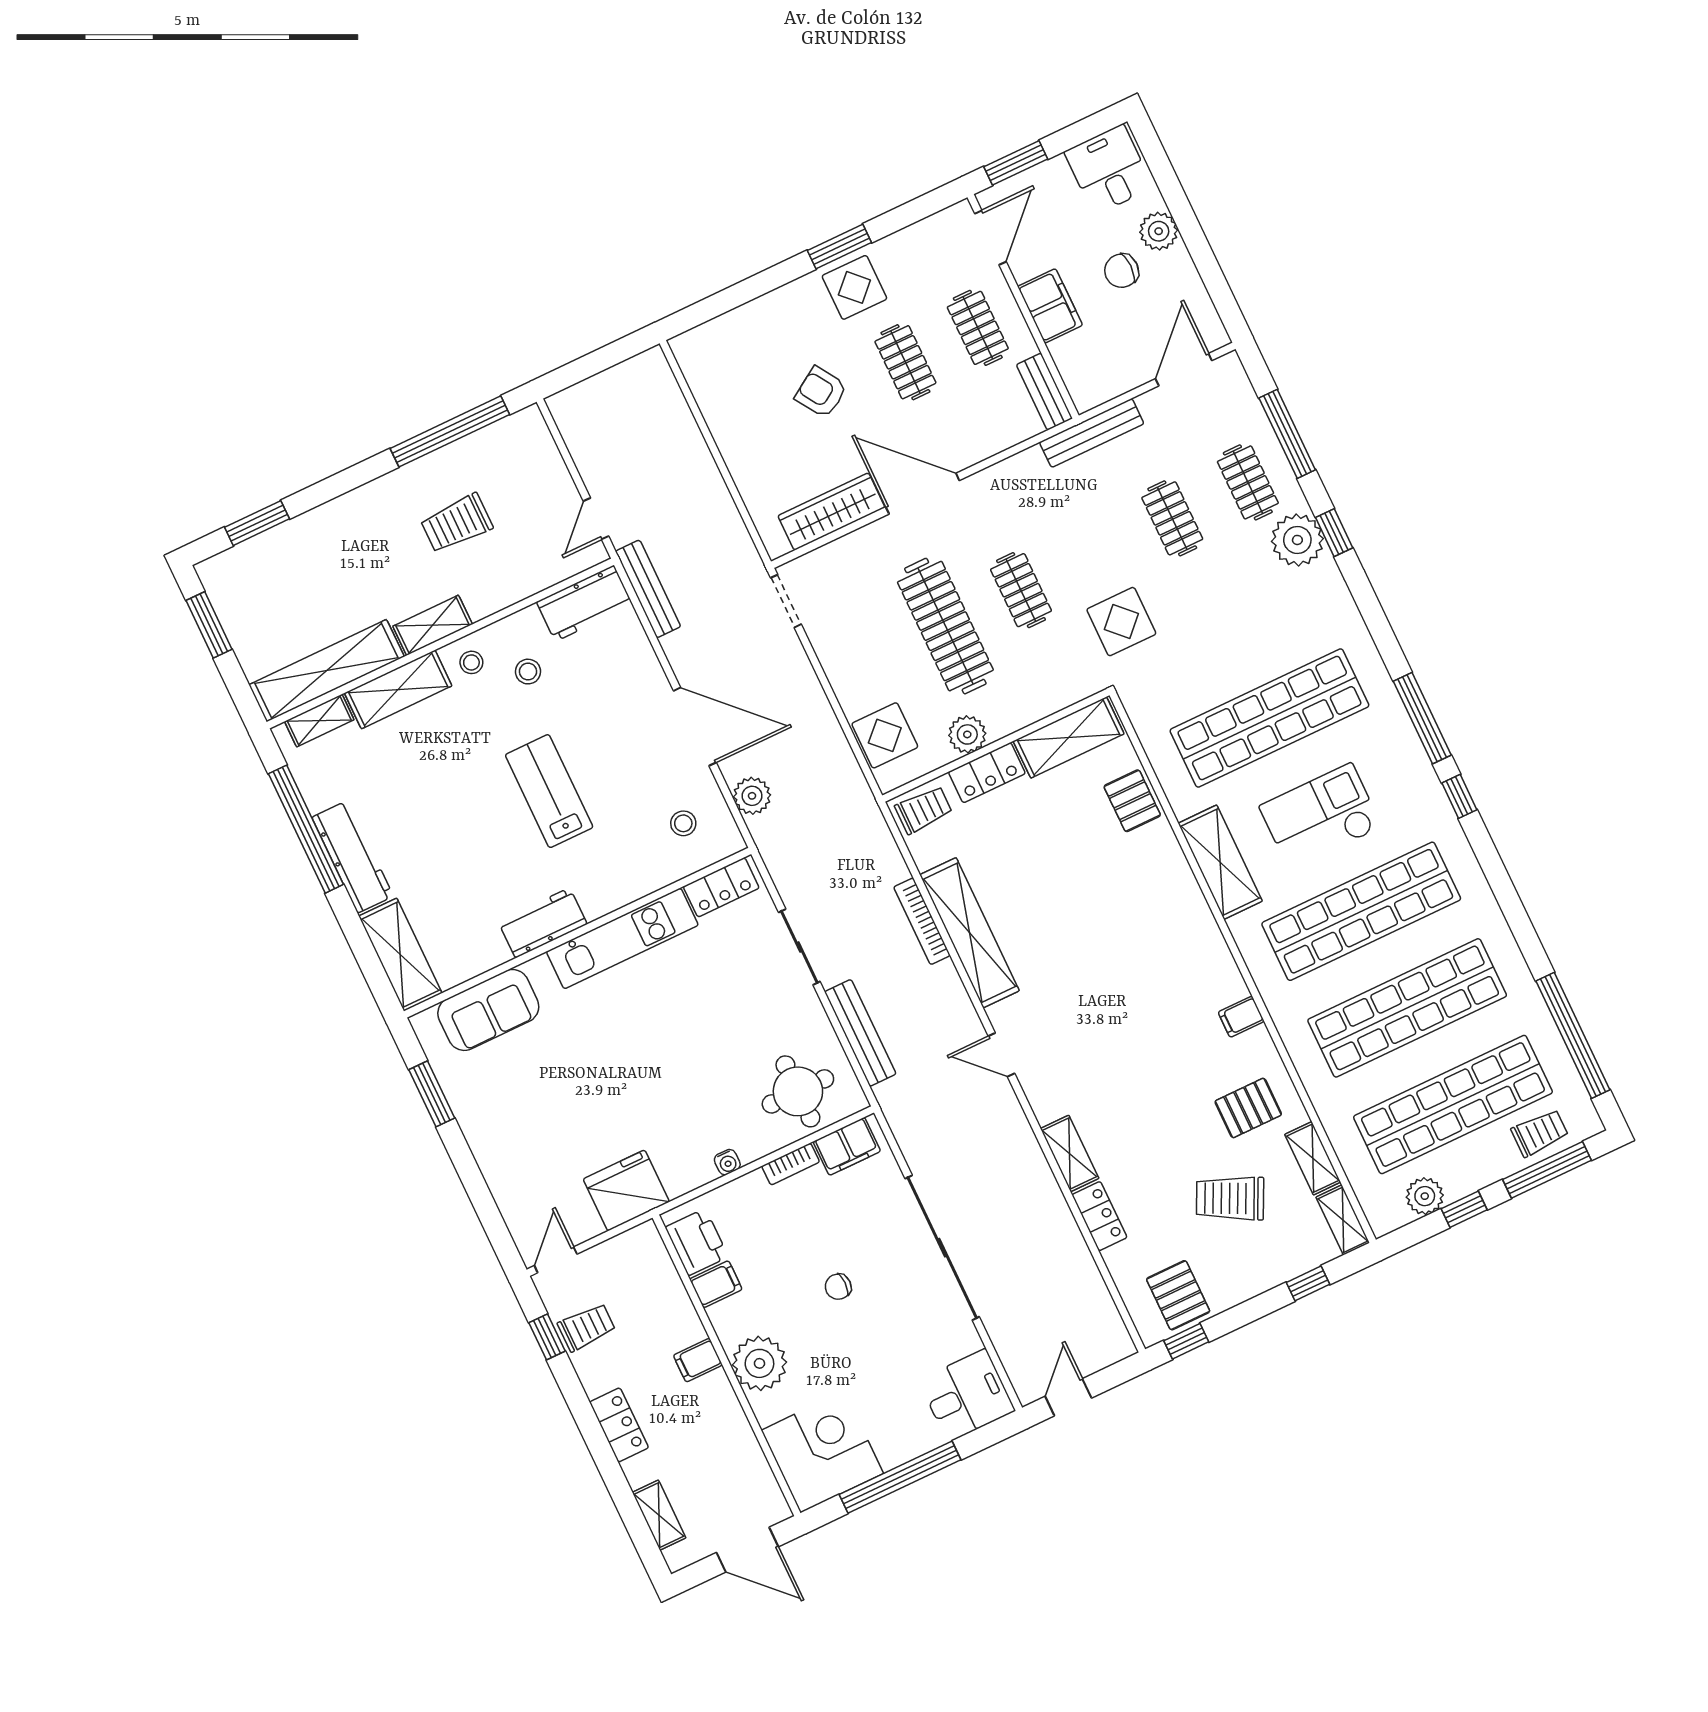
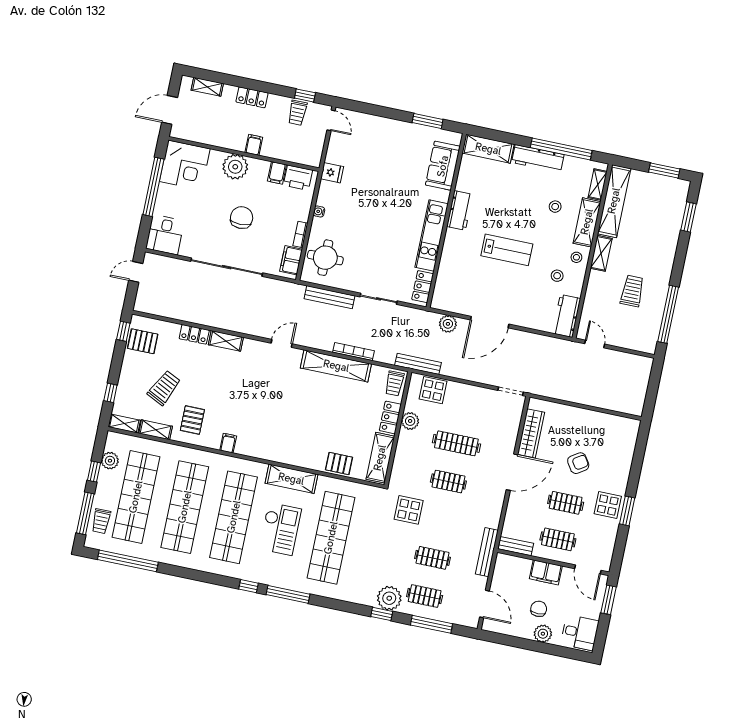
bench: (648, 589) -> (418, 364), moved
clothes rail: (945, 626) -> (456, 443), width x0.73, depth x0.76
stool: (683, 823) -> (555, 207), moved
fridge: (626, 1190) -> (332, 173), width x0.53, depth x0.75
chair: (838, 1287) -> (242, 218), width x1.87, depth x1.87
door: (1068, 1397) -> (136, 272), swing flipped

